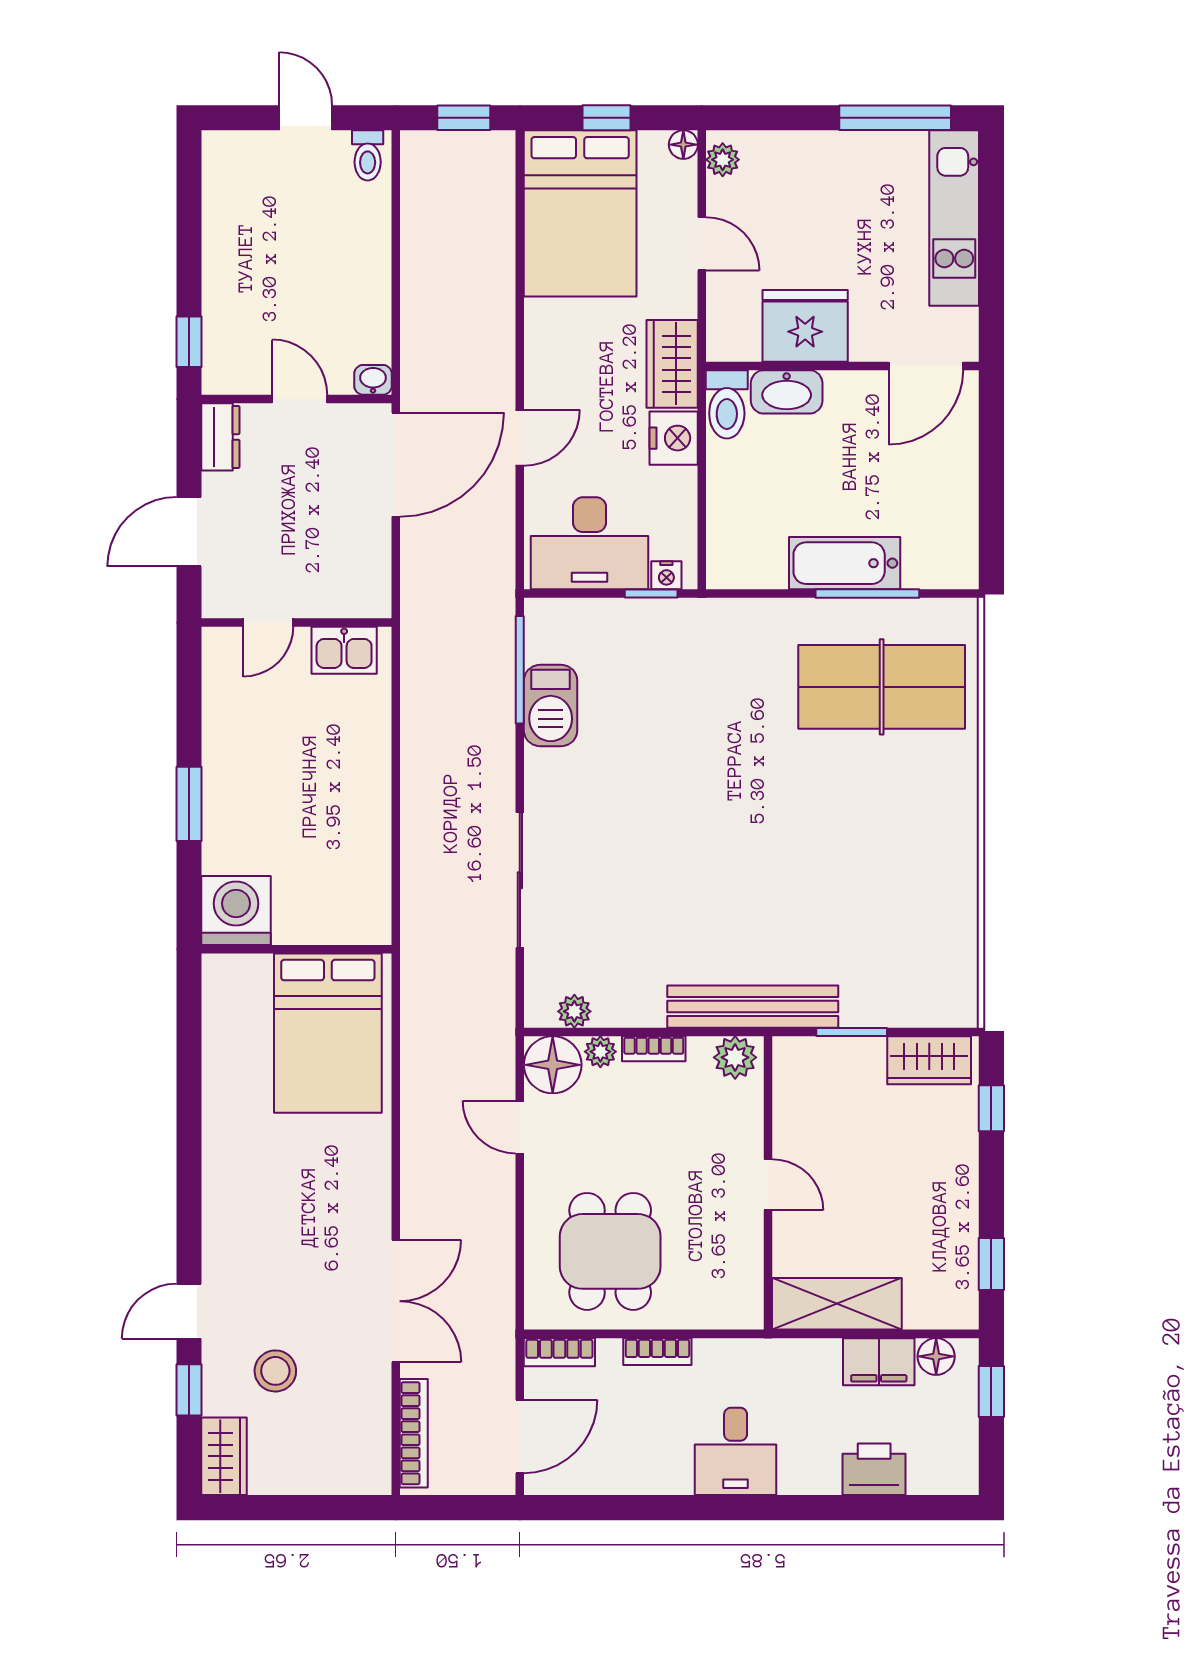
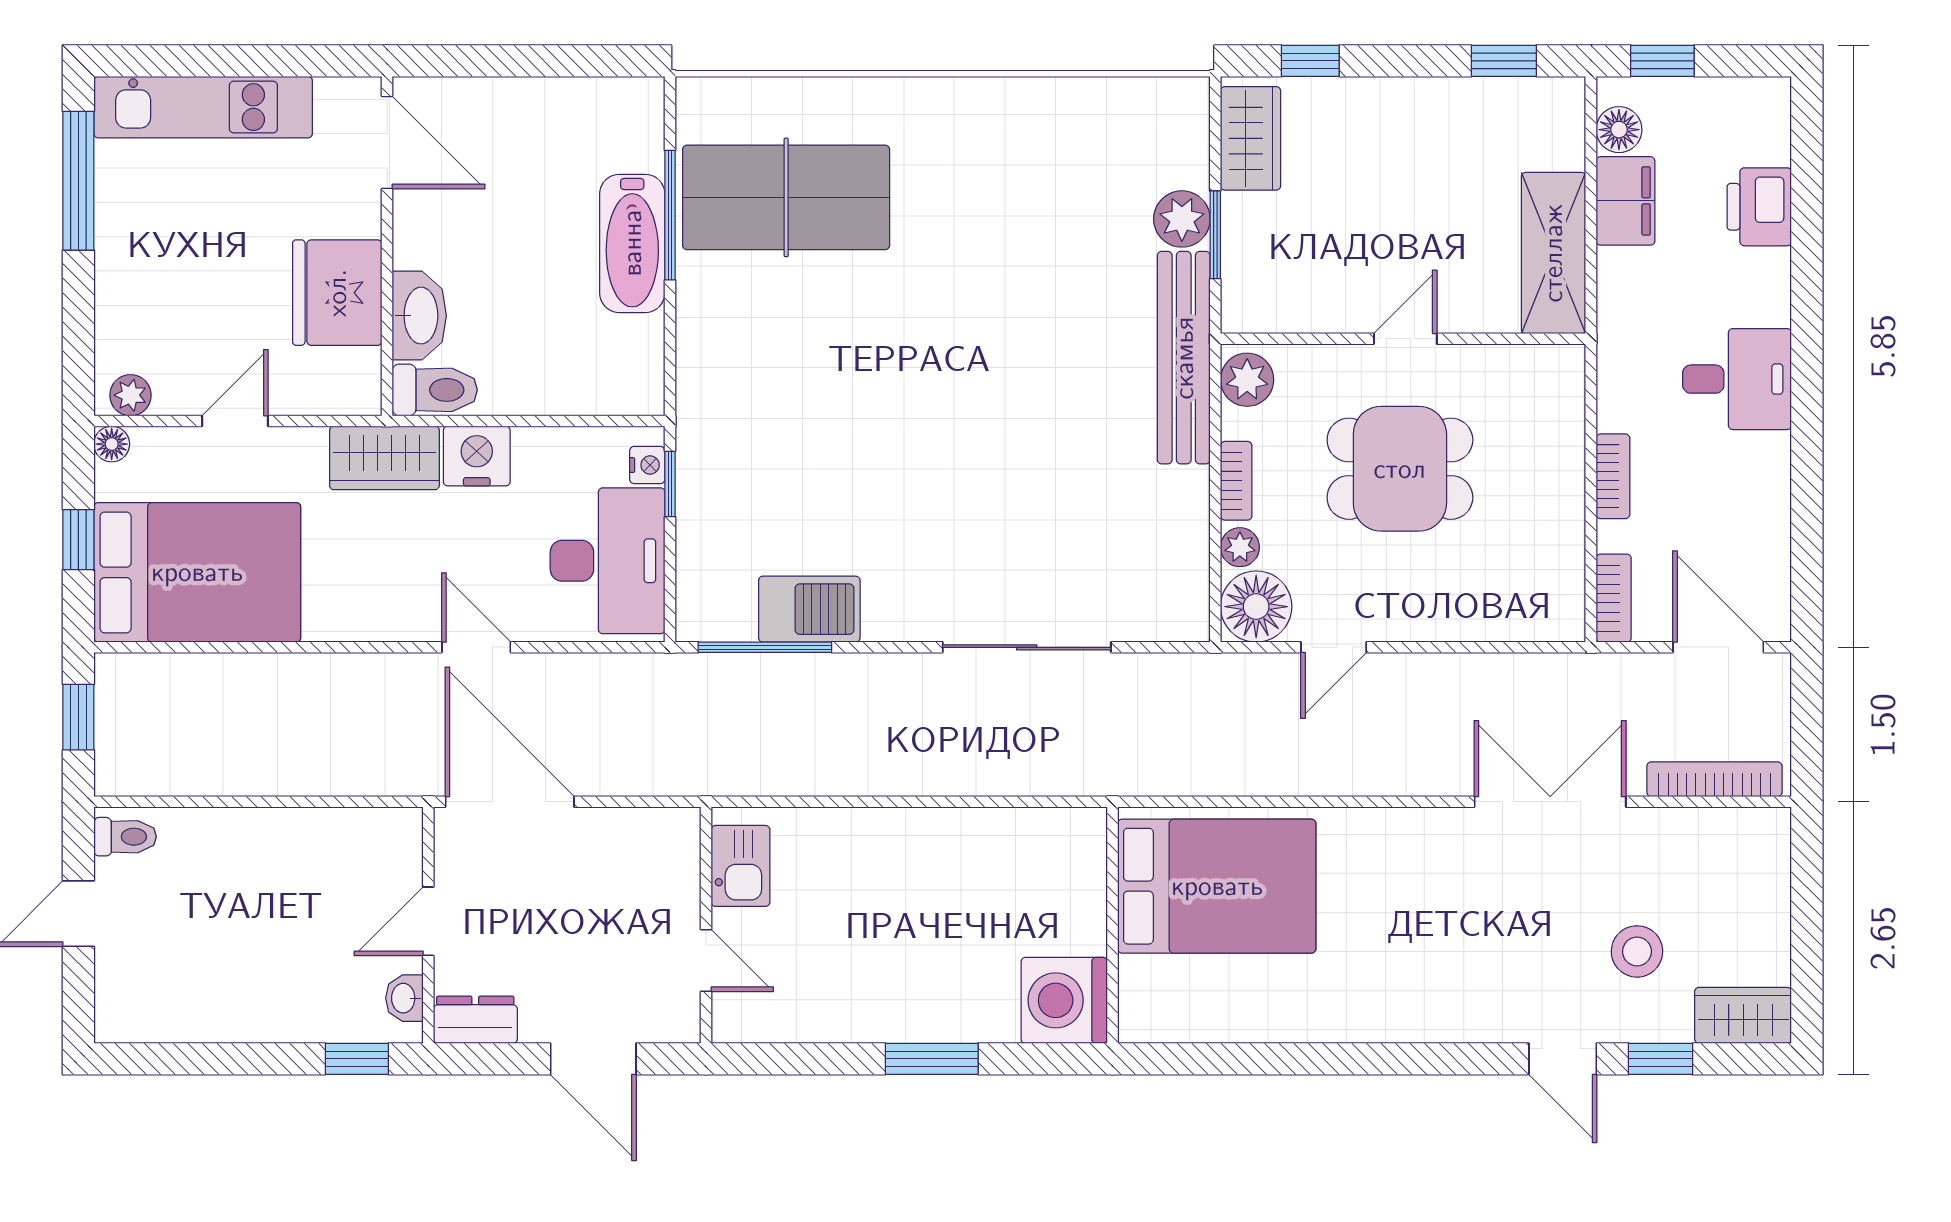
washbasin: (373, 380) -> (404, 998), moved
table tennis table: (882, 687) -> (786, 197), turned 90
plant: (574, 1011) -> (1182, 219), moved, width x1.38, depth x1.38
dining table: (610, 1251) -> (1400, 469), moved

